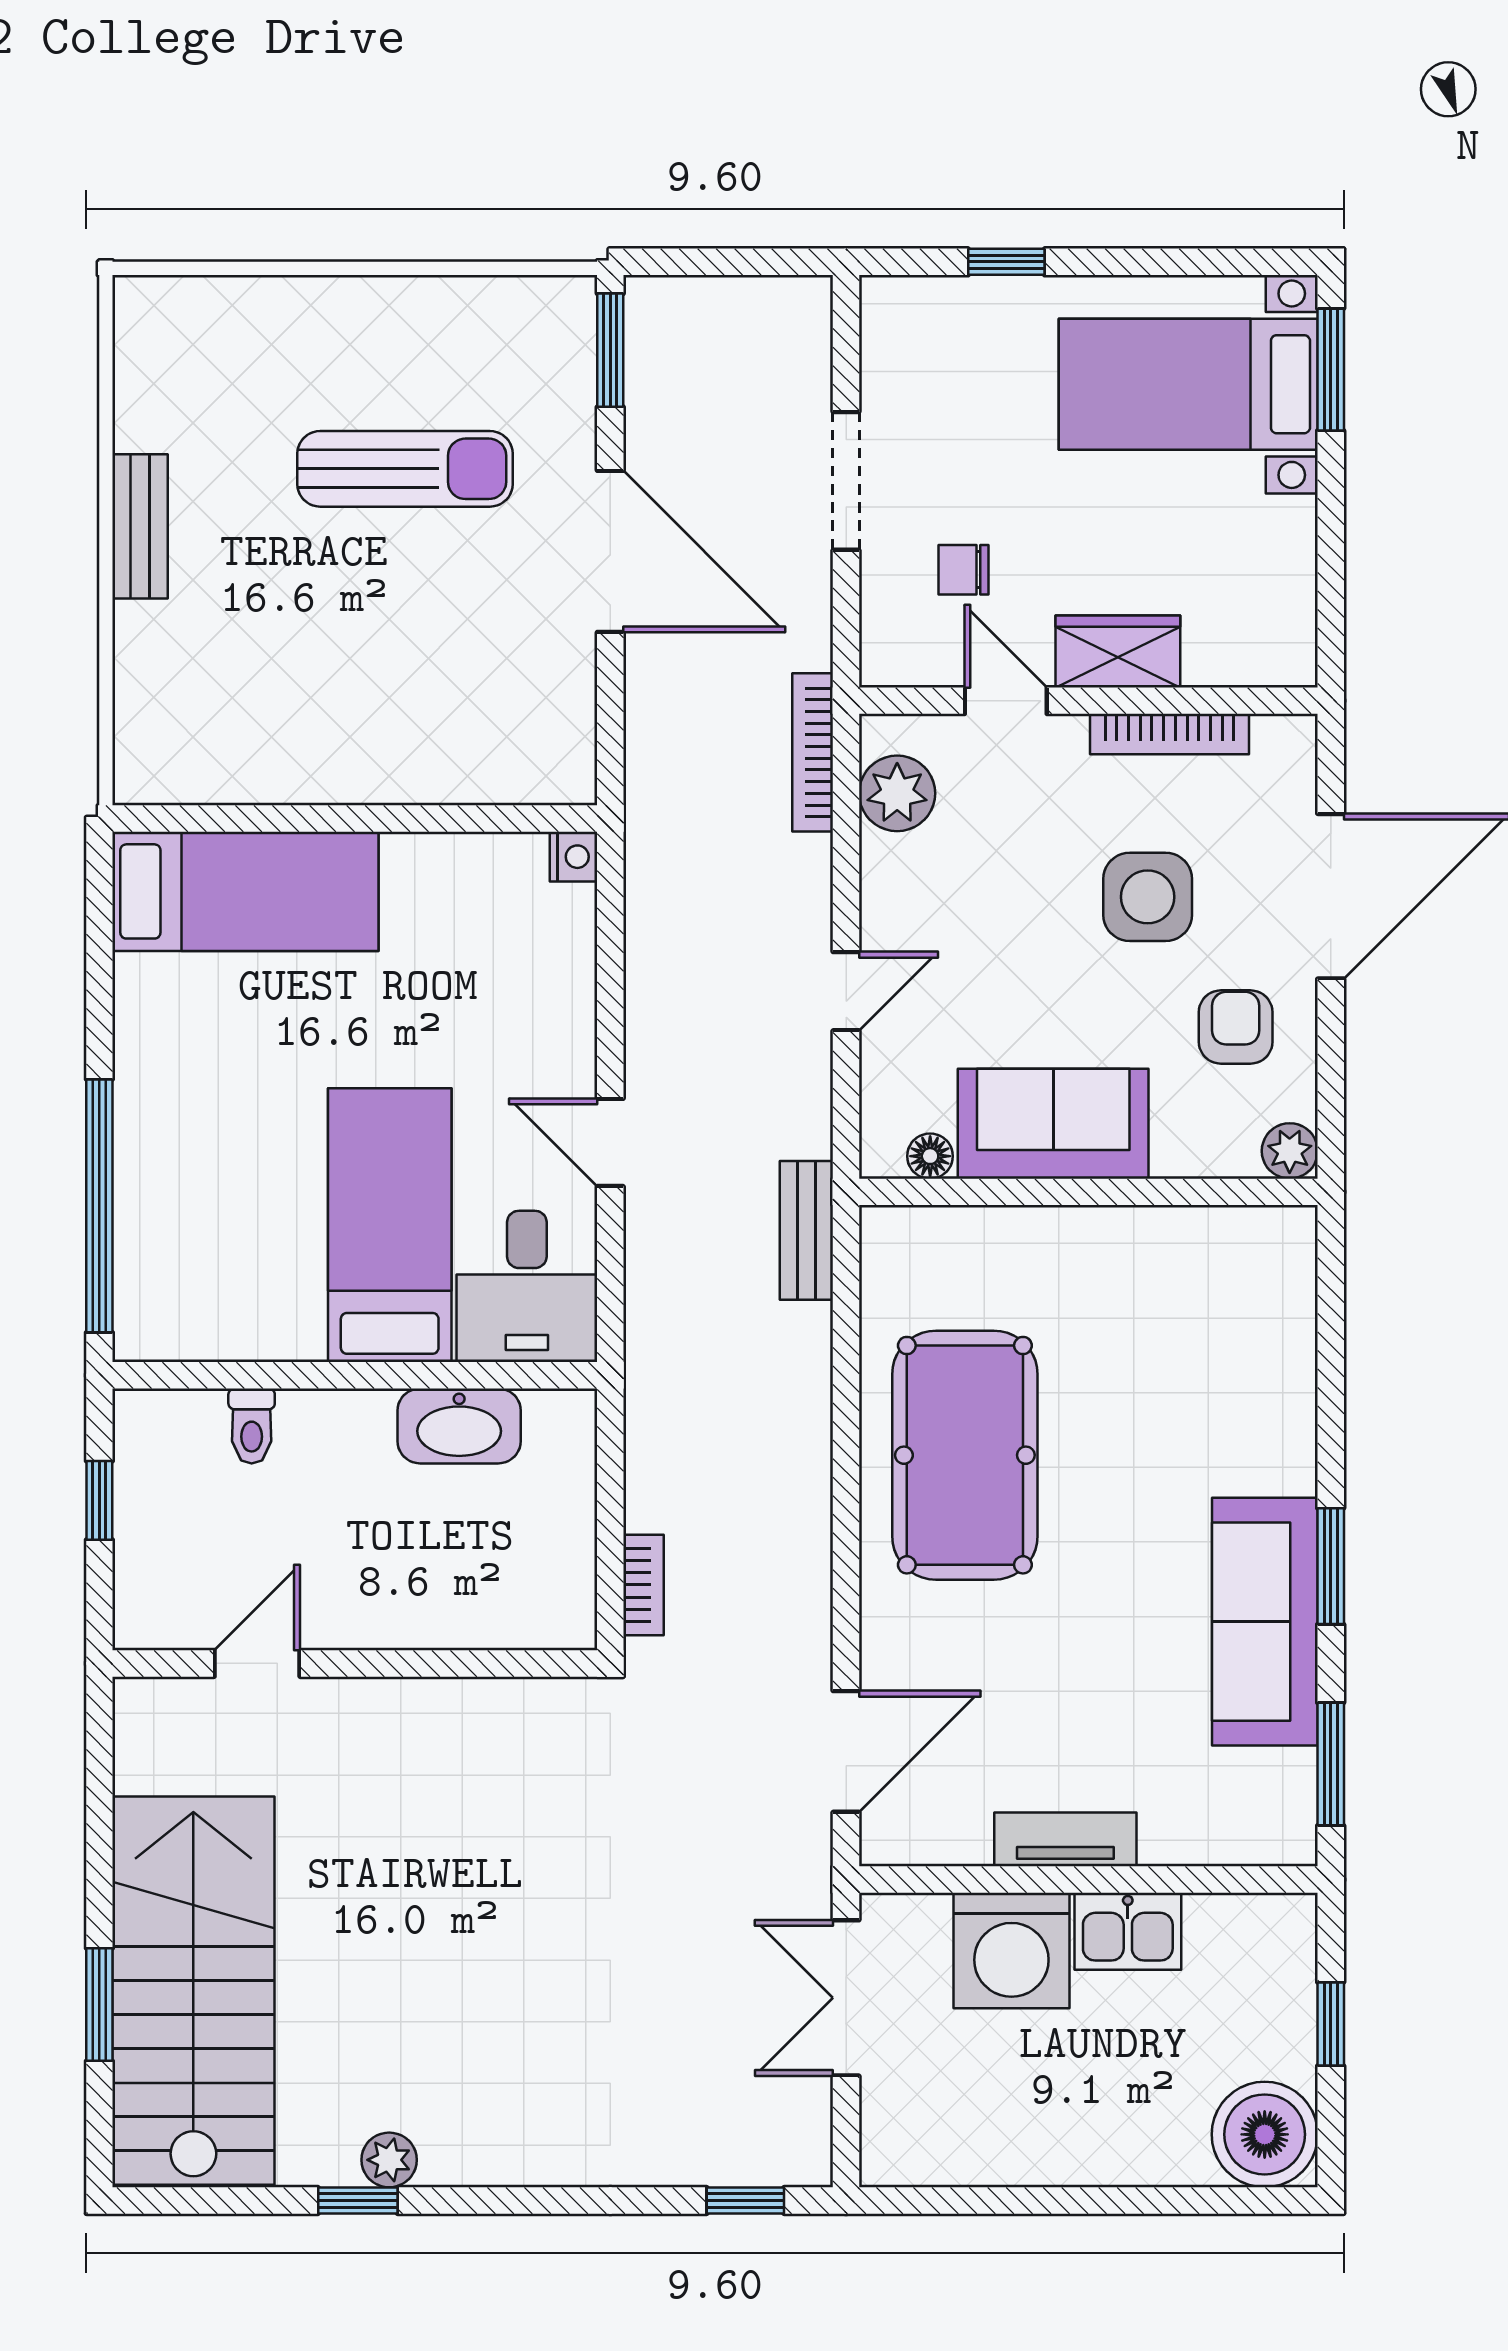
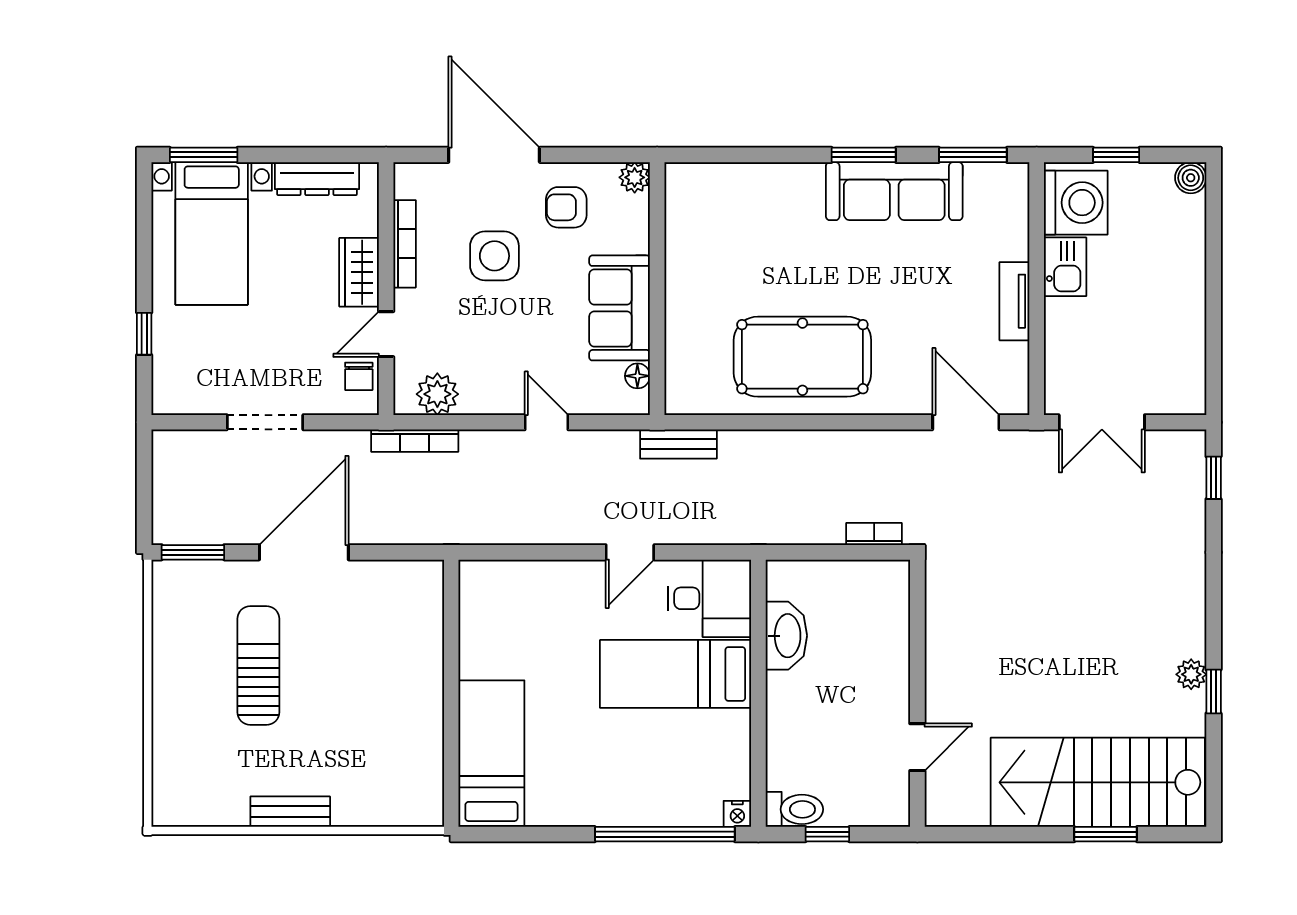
chair: (963, 570) -> (359, 376), moved
dresser: (1288, 575) -> (317, 179), added
nightstand: (573, 857) -> (737, 814), moved, turned 180
toilet: (252, 1426) -> (794, 809), moved, width x1.37, depth x1.39
door: (257, 1663) -> (917, 747), swing flipped
washing machine: (1011, 1951) -> (1076, 203), moved
boiler: (1265, 2134) -> (1191, 178), width x0.54, depth x0.54

